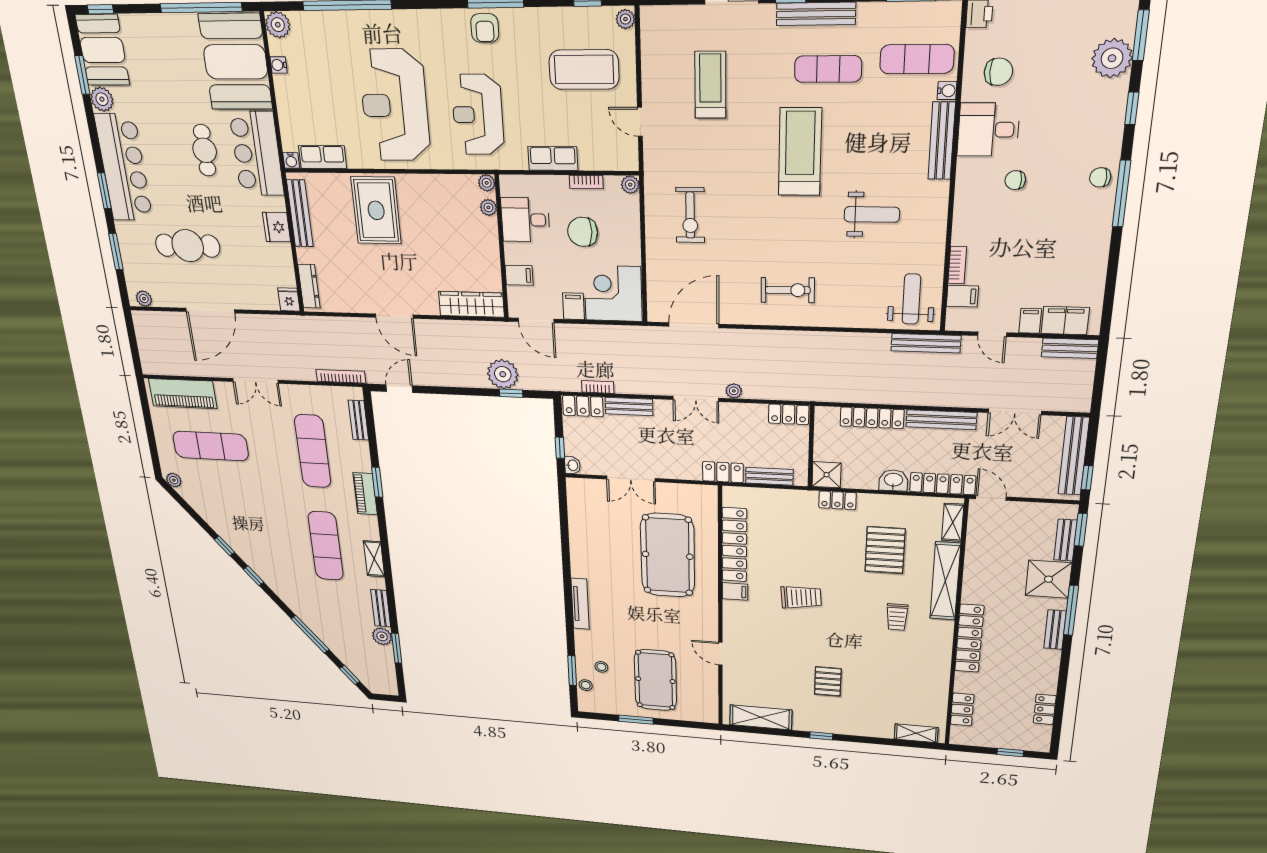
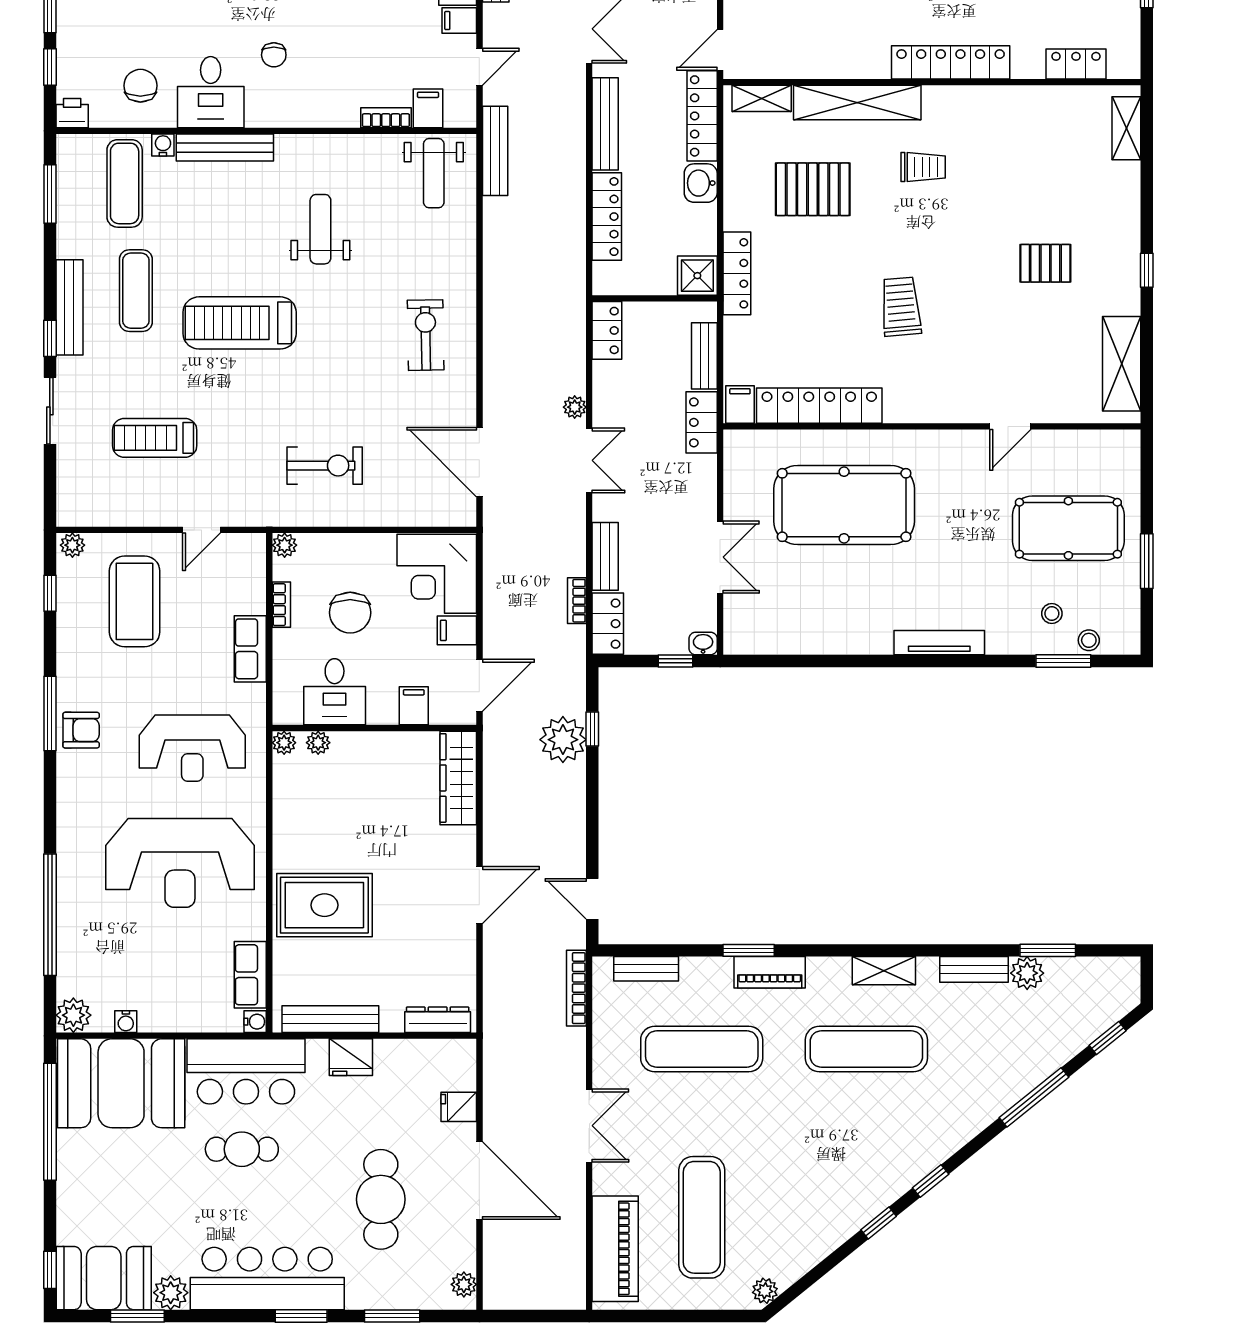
fridge: (289, 299) -> (459, 1107), moved
weight bench: (911, 299) -> (434, 173), turned -90
locker: (837, 500) -> (737, 273), width x1.53
filing cabinet: (735, 591) -> (740, 404), moved

